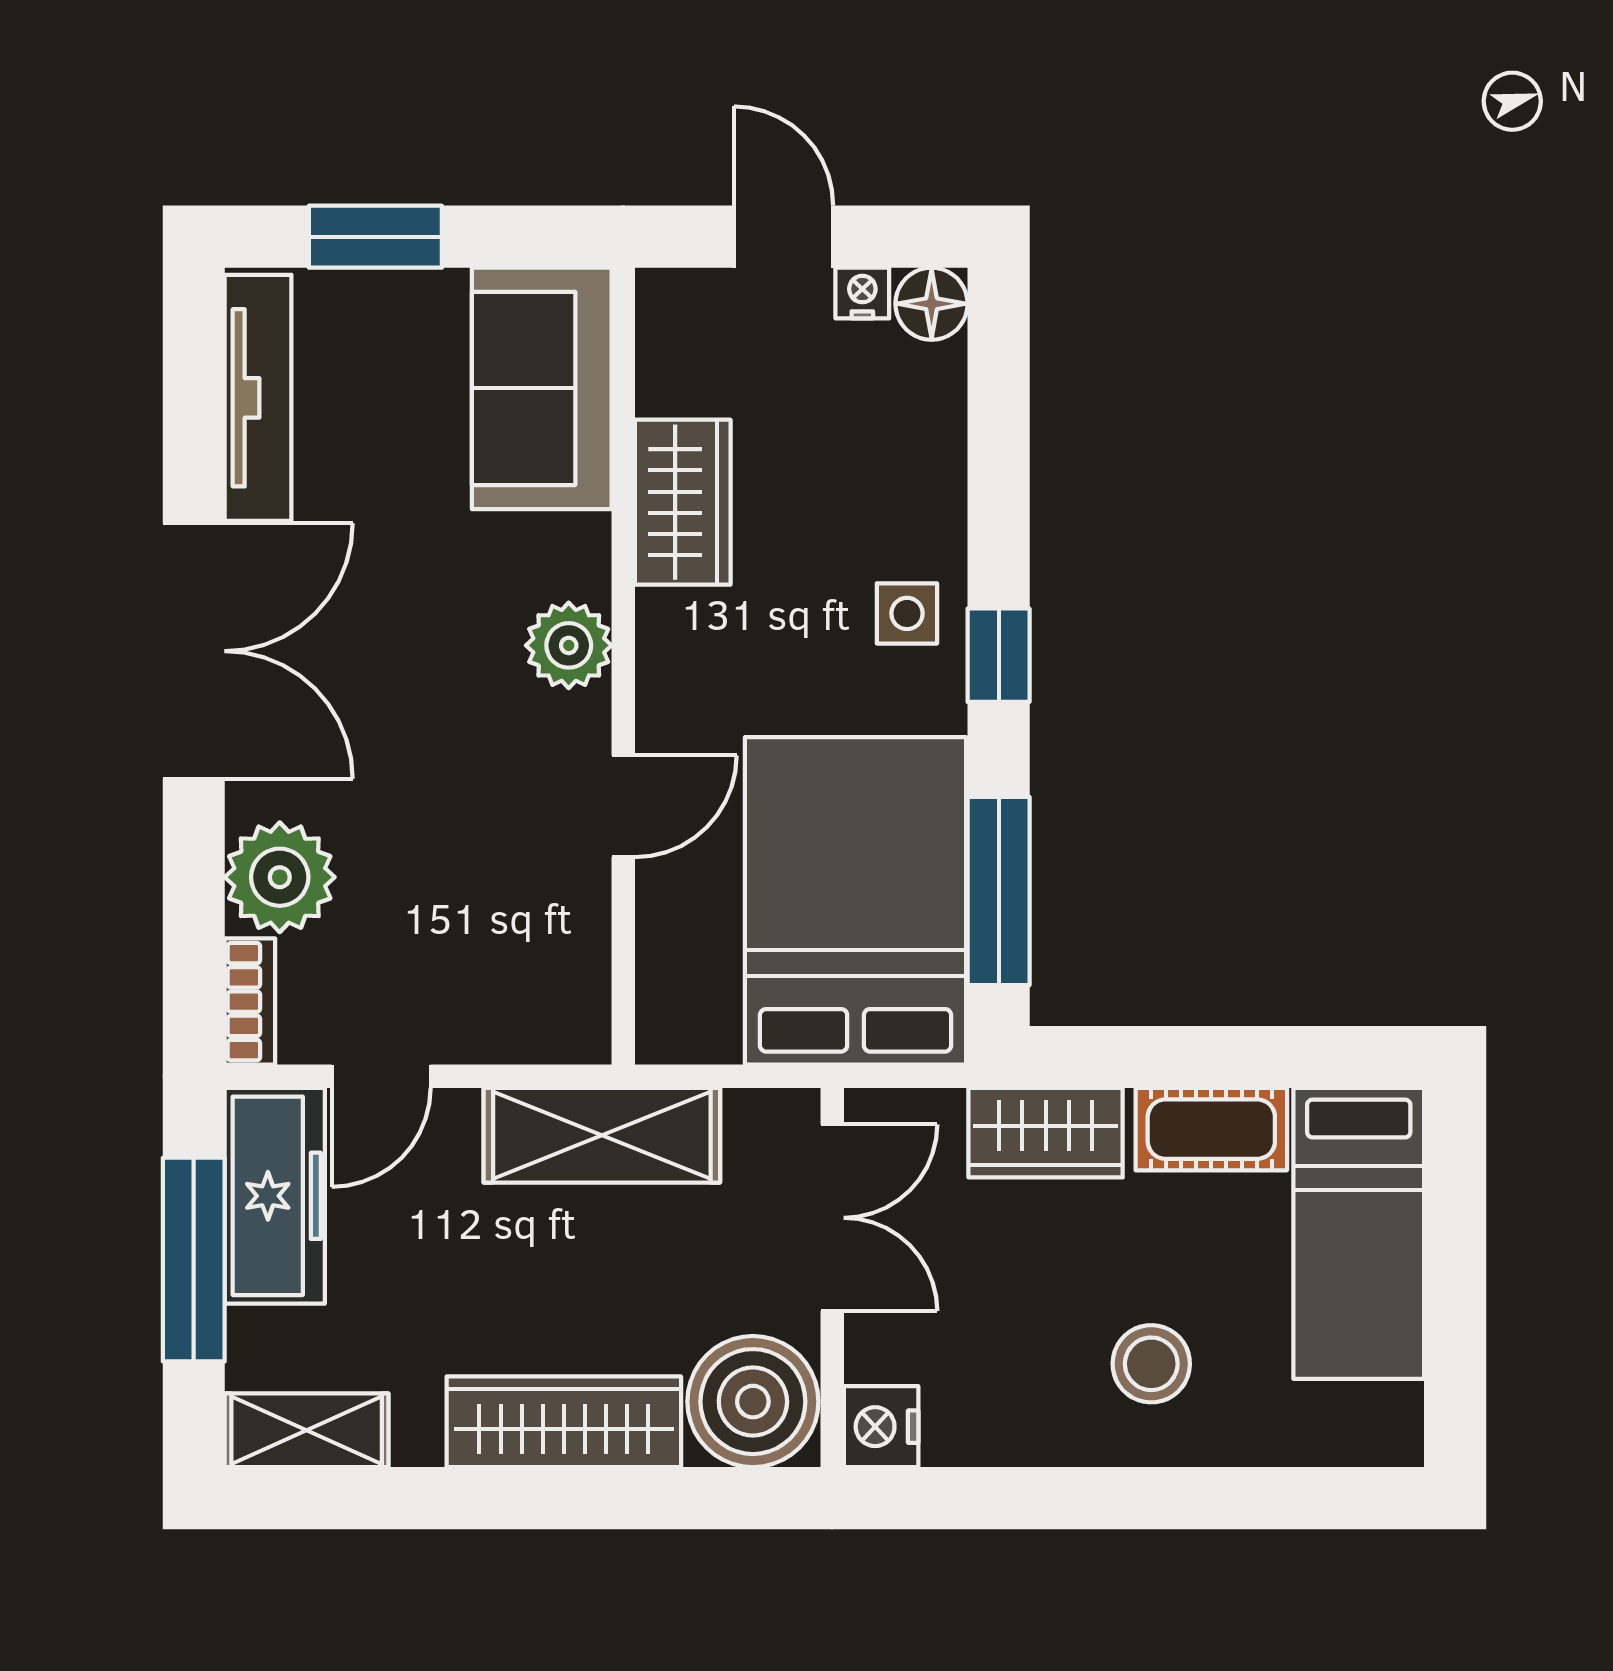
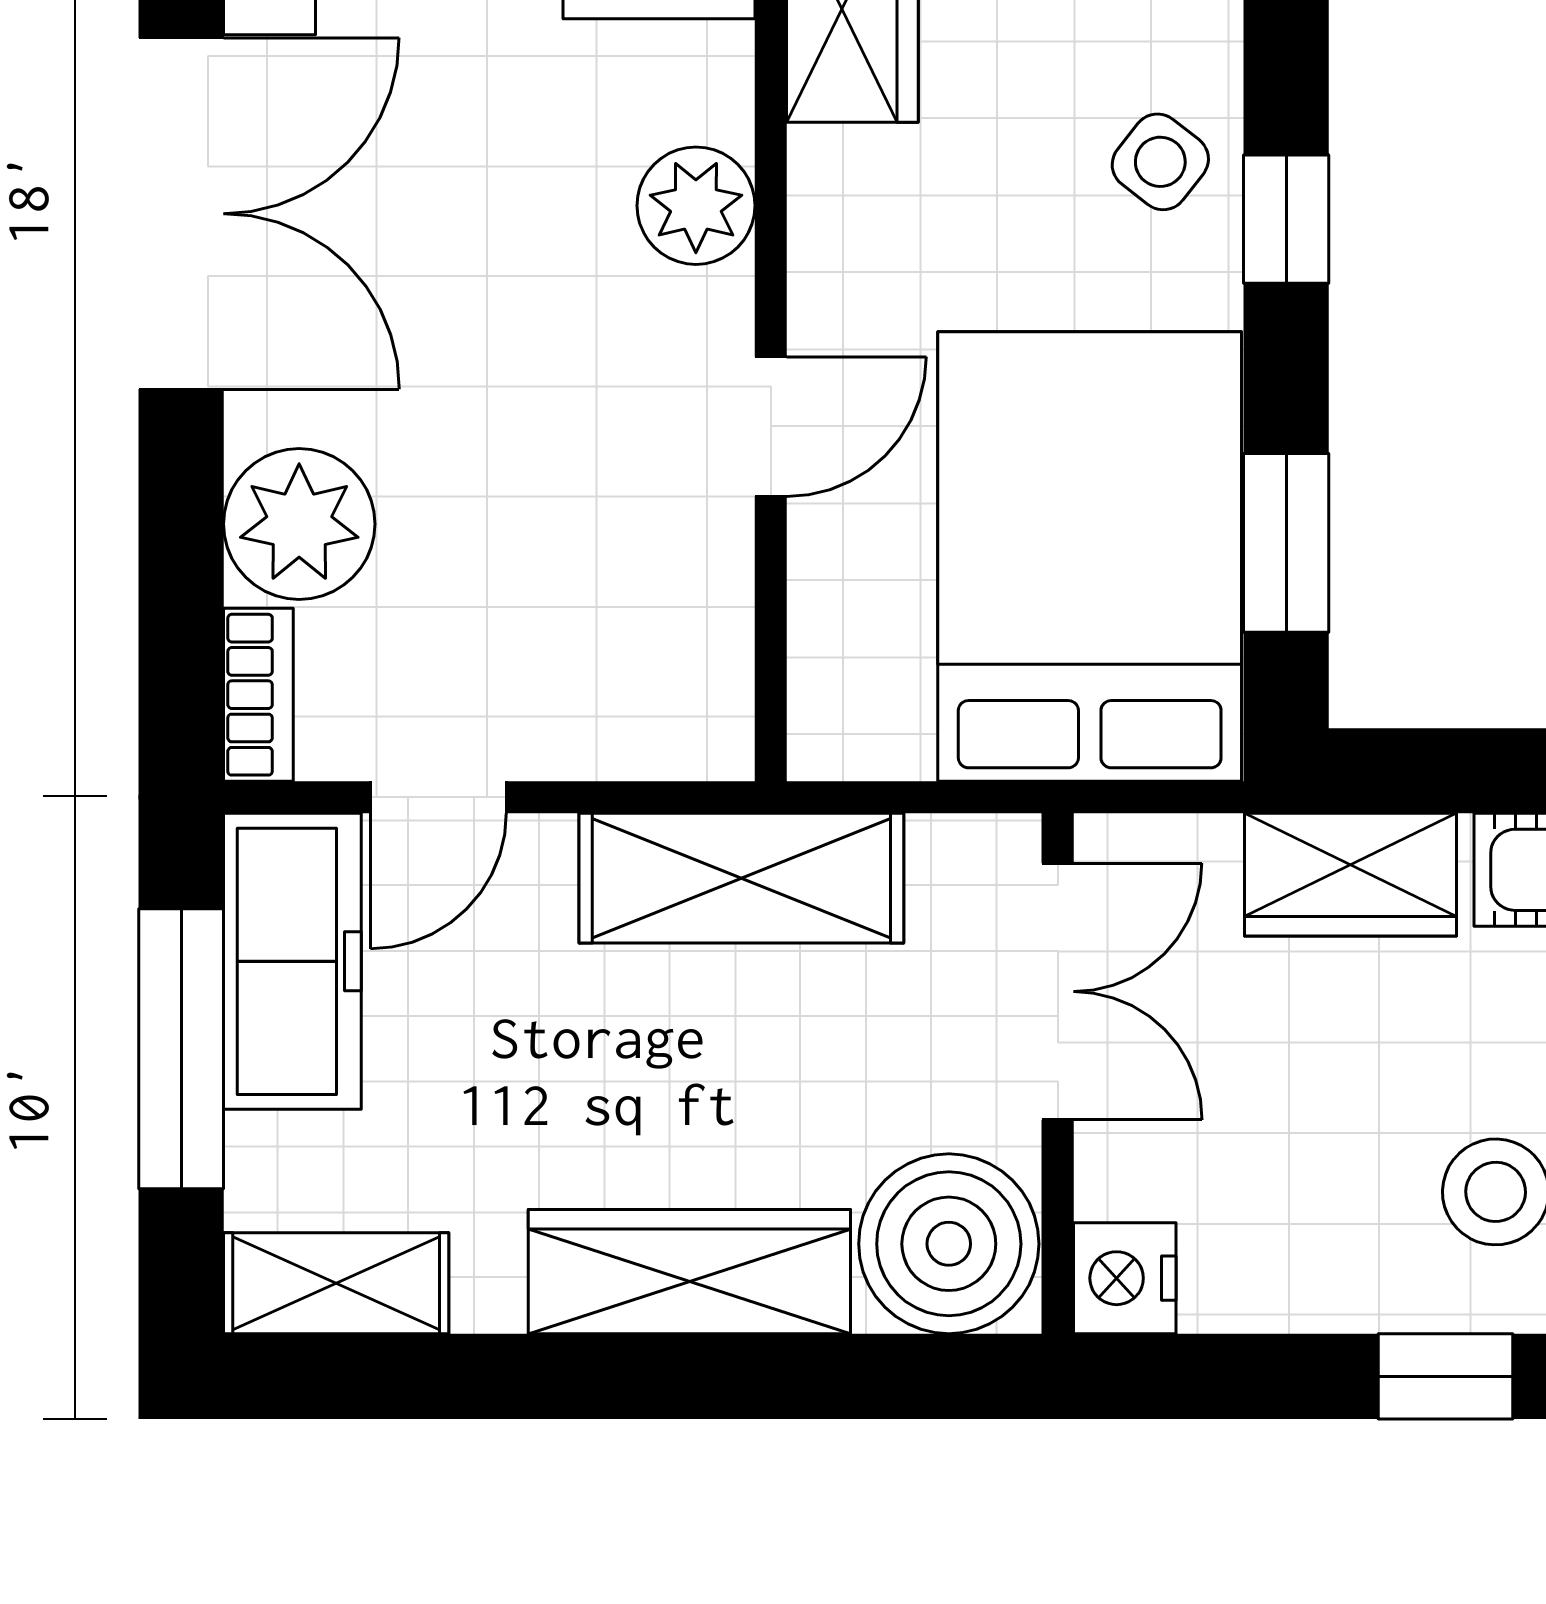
side table: (907, 613) -> (1160, 162), turned 38
window: (999, 891) -> (1286, 543), width x0.69
window: (1115, 1498) -> (1446, 1376), added

